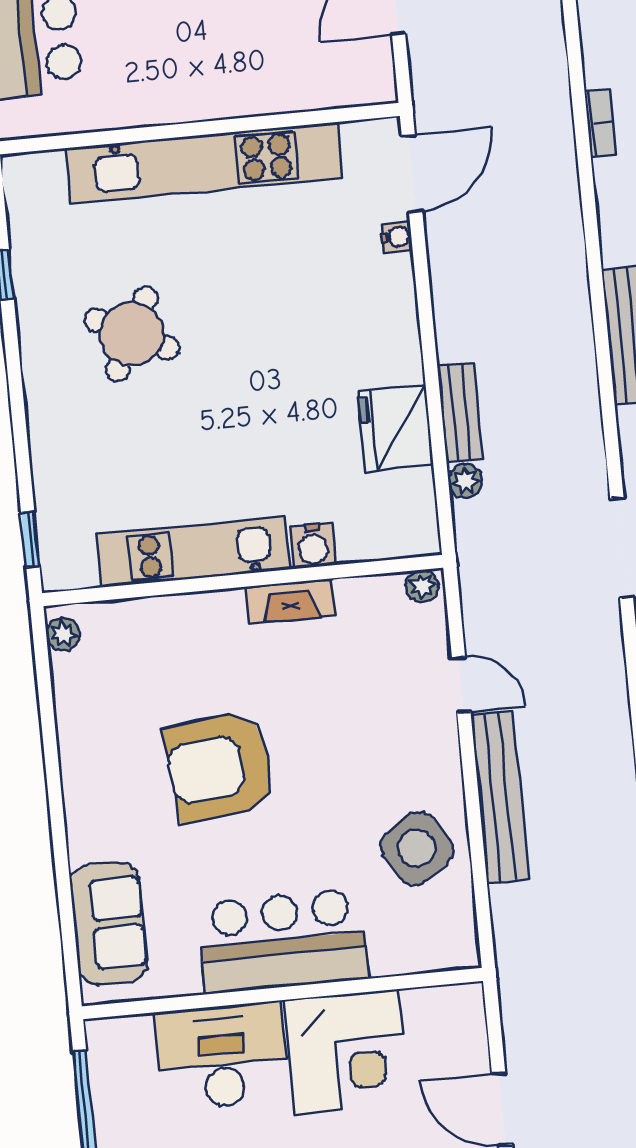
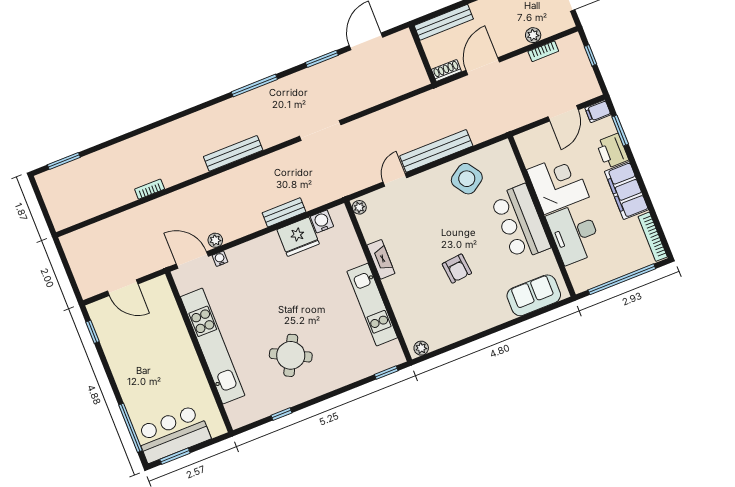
plant: (465, 481) -> (215, 240), moved
water cooler: (313, 546) -> (322, 221), moved, turned -90
armchair: (220, 767) -> (457, 269), width x0.53, depth x0.53

